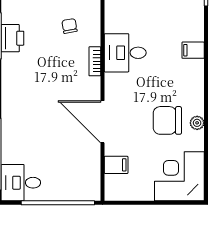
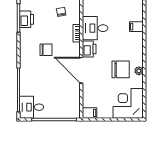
printer: (116, 87) -> (89, 49), added
chair: (45, 88) -> (46, 50), added
chair: (167, 120) -> (121, 69), turned 180
filing cabinet: (116, 165) -> (90, 113), moved

